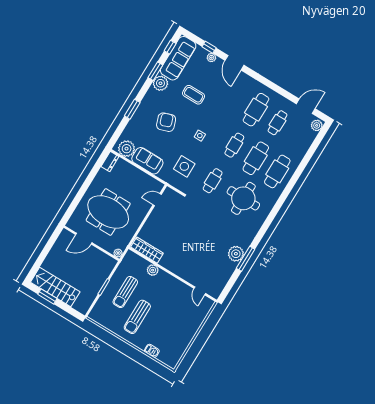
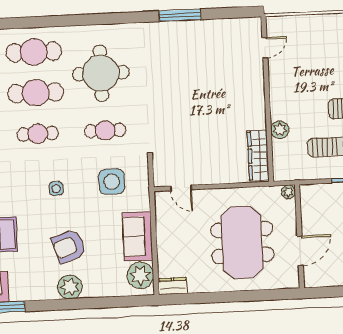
plant: (160, 83) -> (70, 287), moved
window: (132, 109) -> (82, 304), removed
door: (84, 239) -> (300, 251), hinge flipped
plant: (236, 254) -> (182, 33), removed

